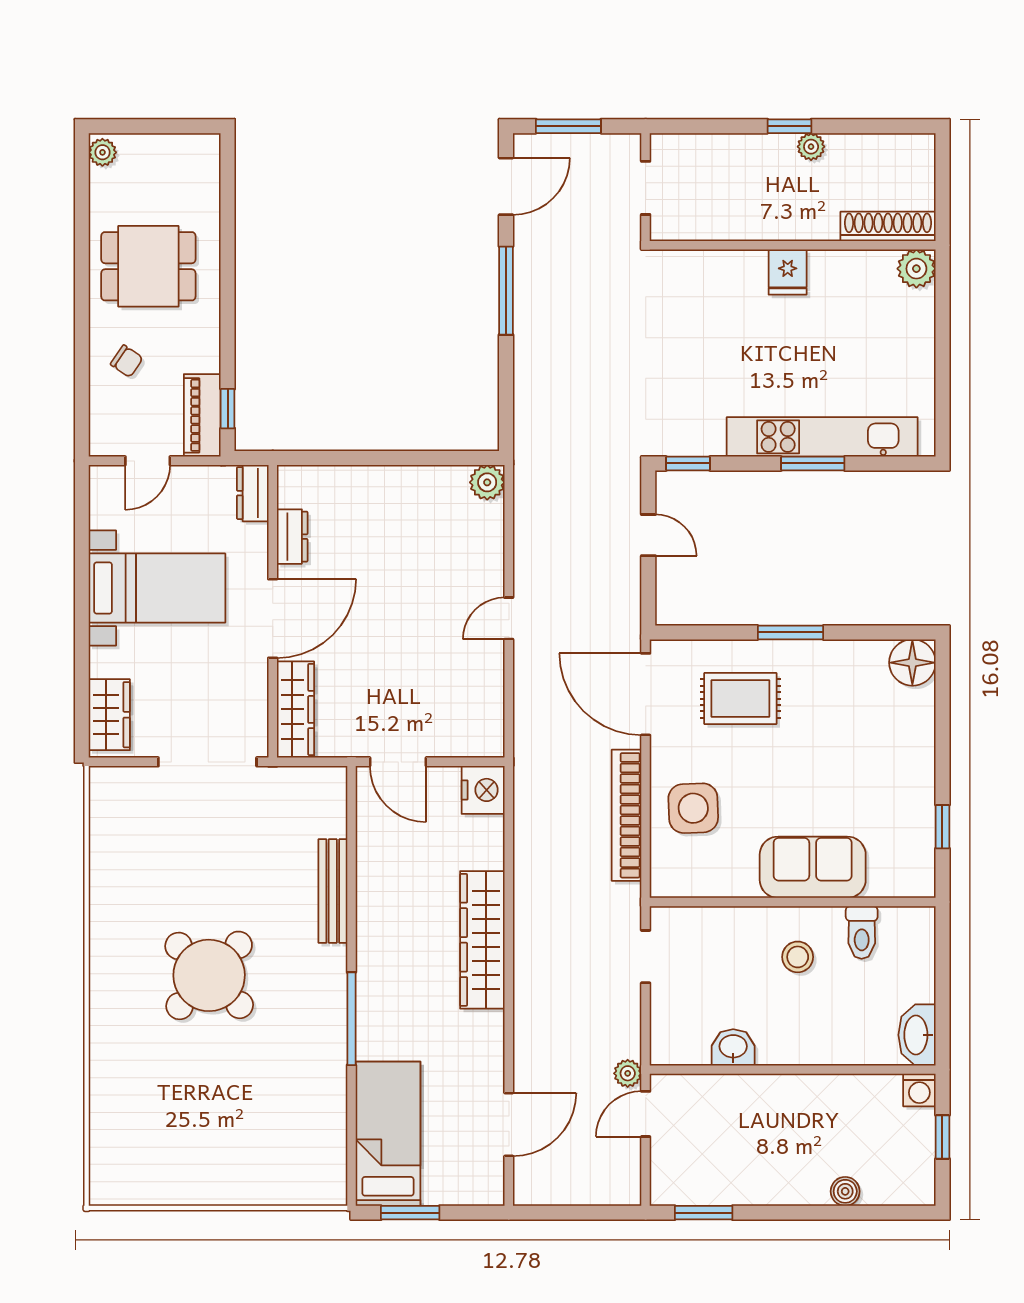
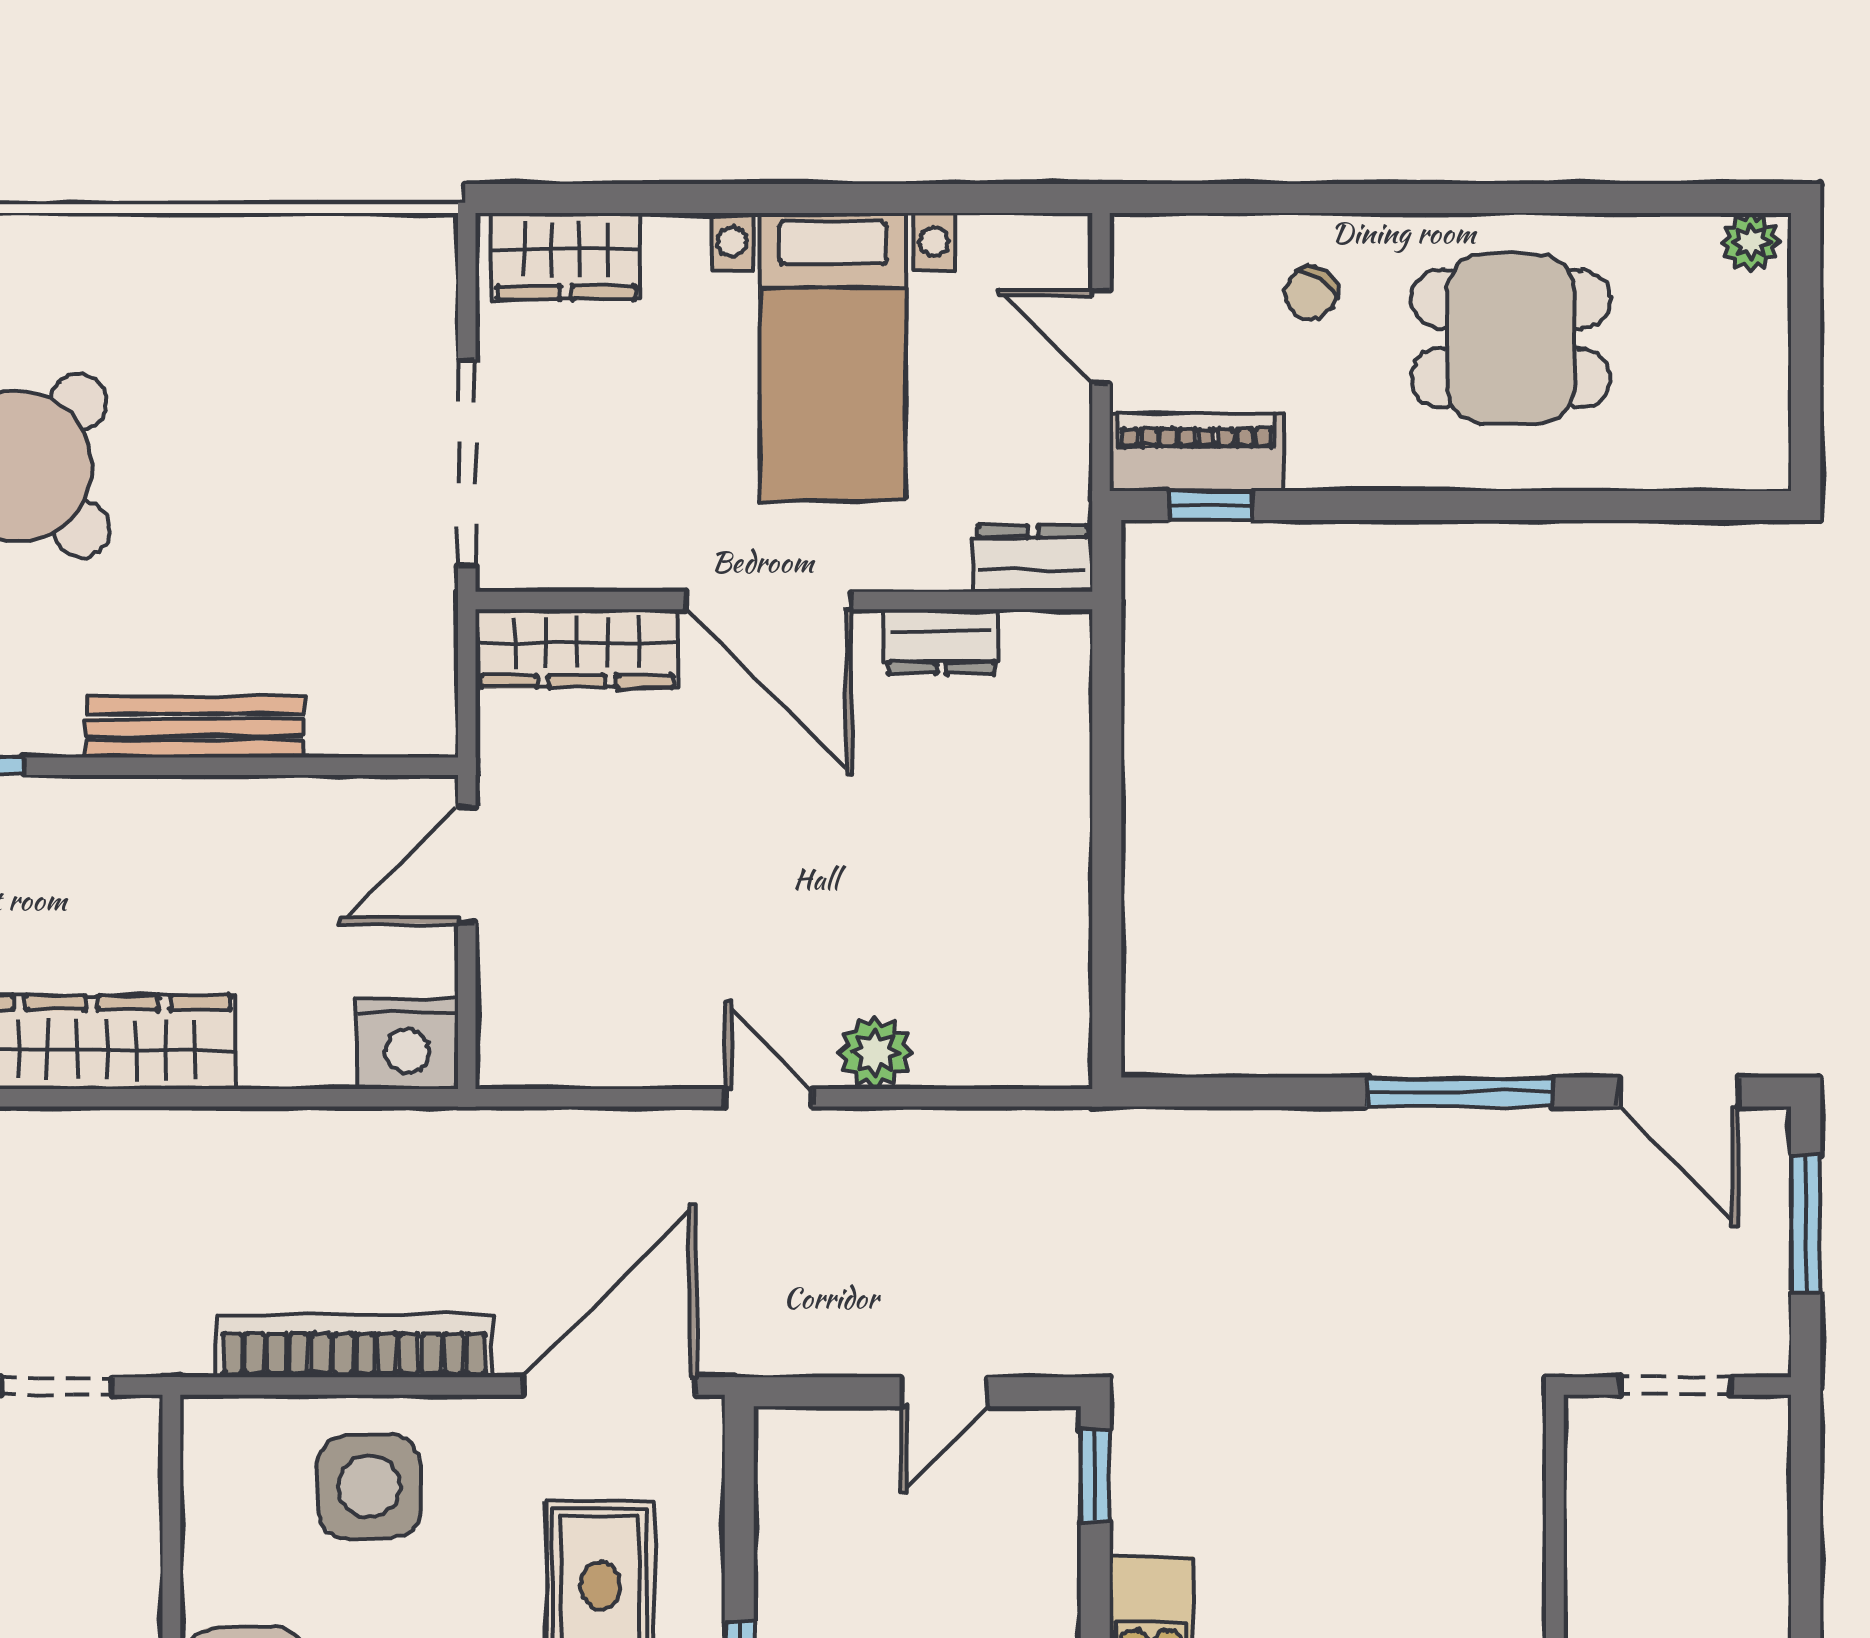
dining table: (148, 266) -> (1511, 339), turned 90
plant: (487, 482) -> (875, 1052), moved

